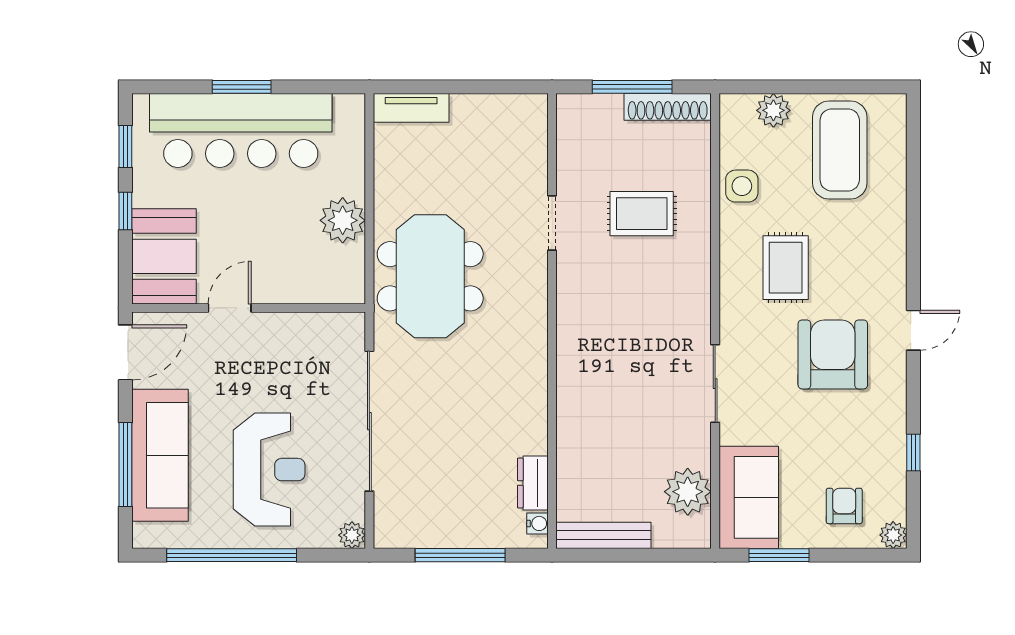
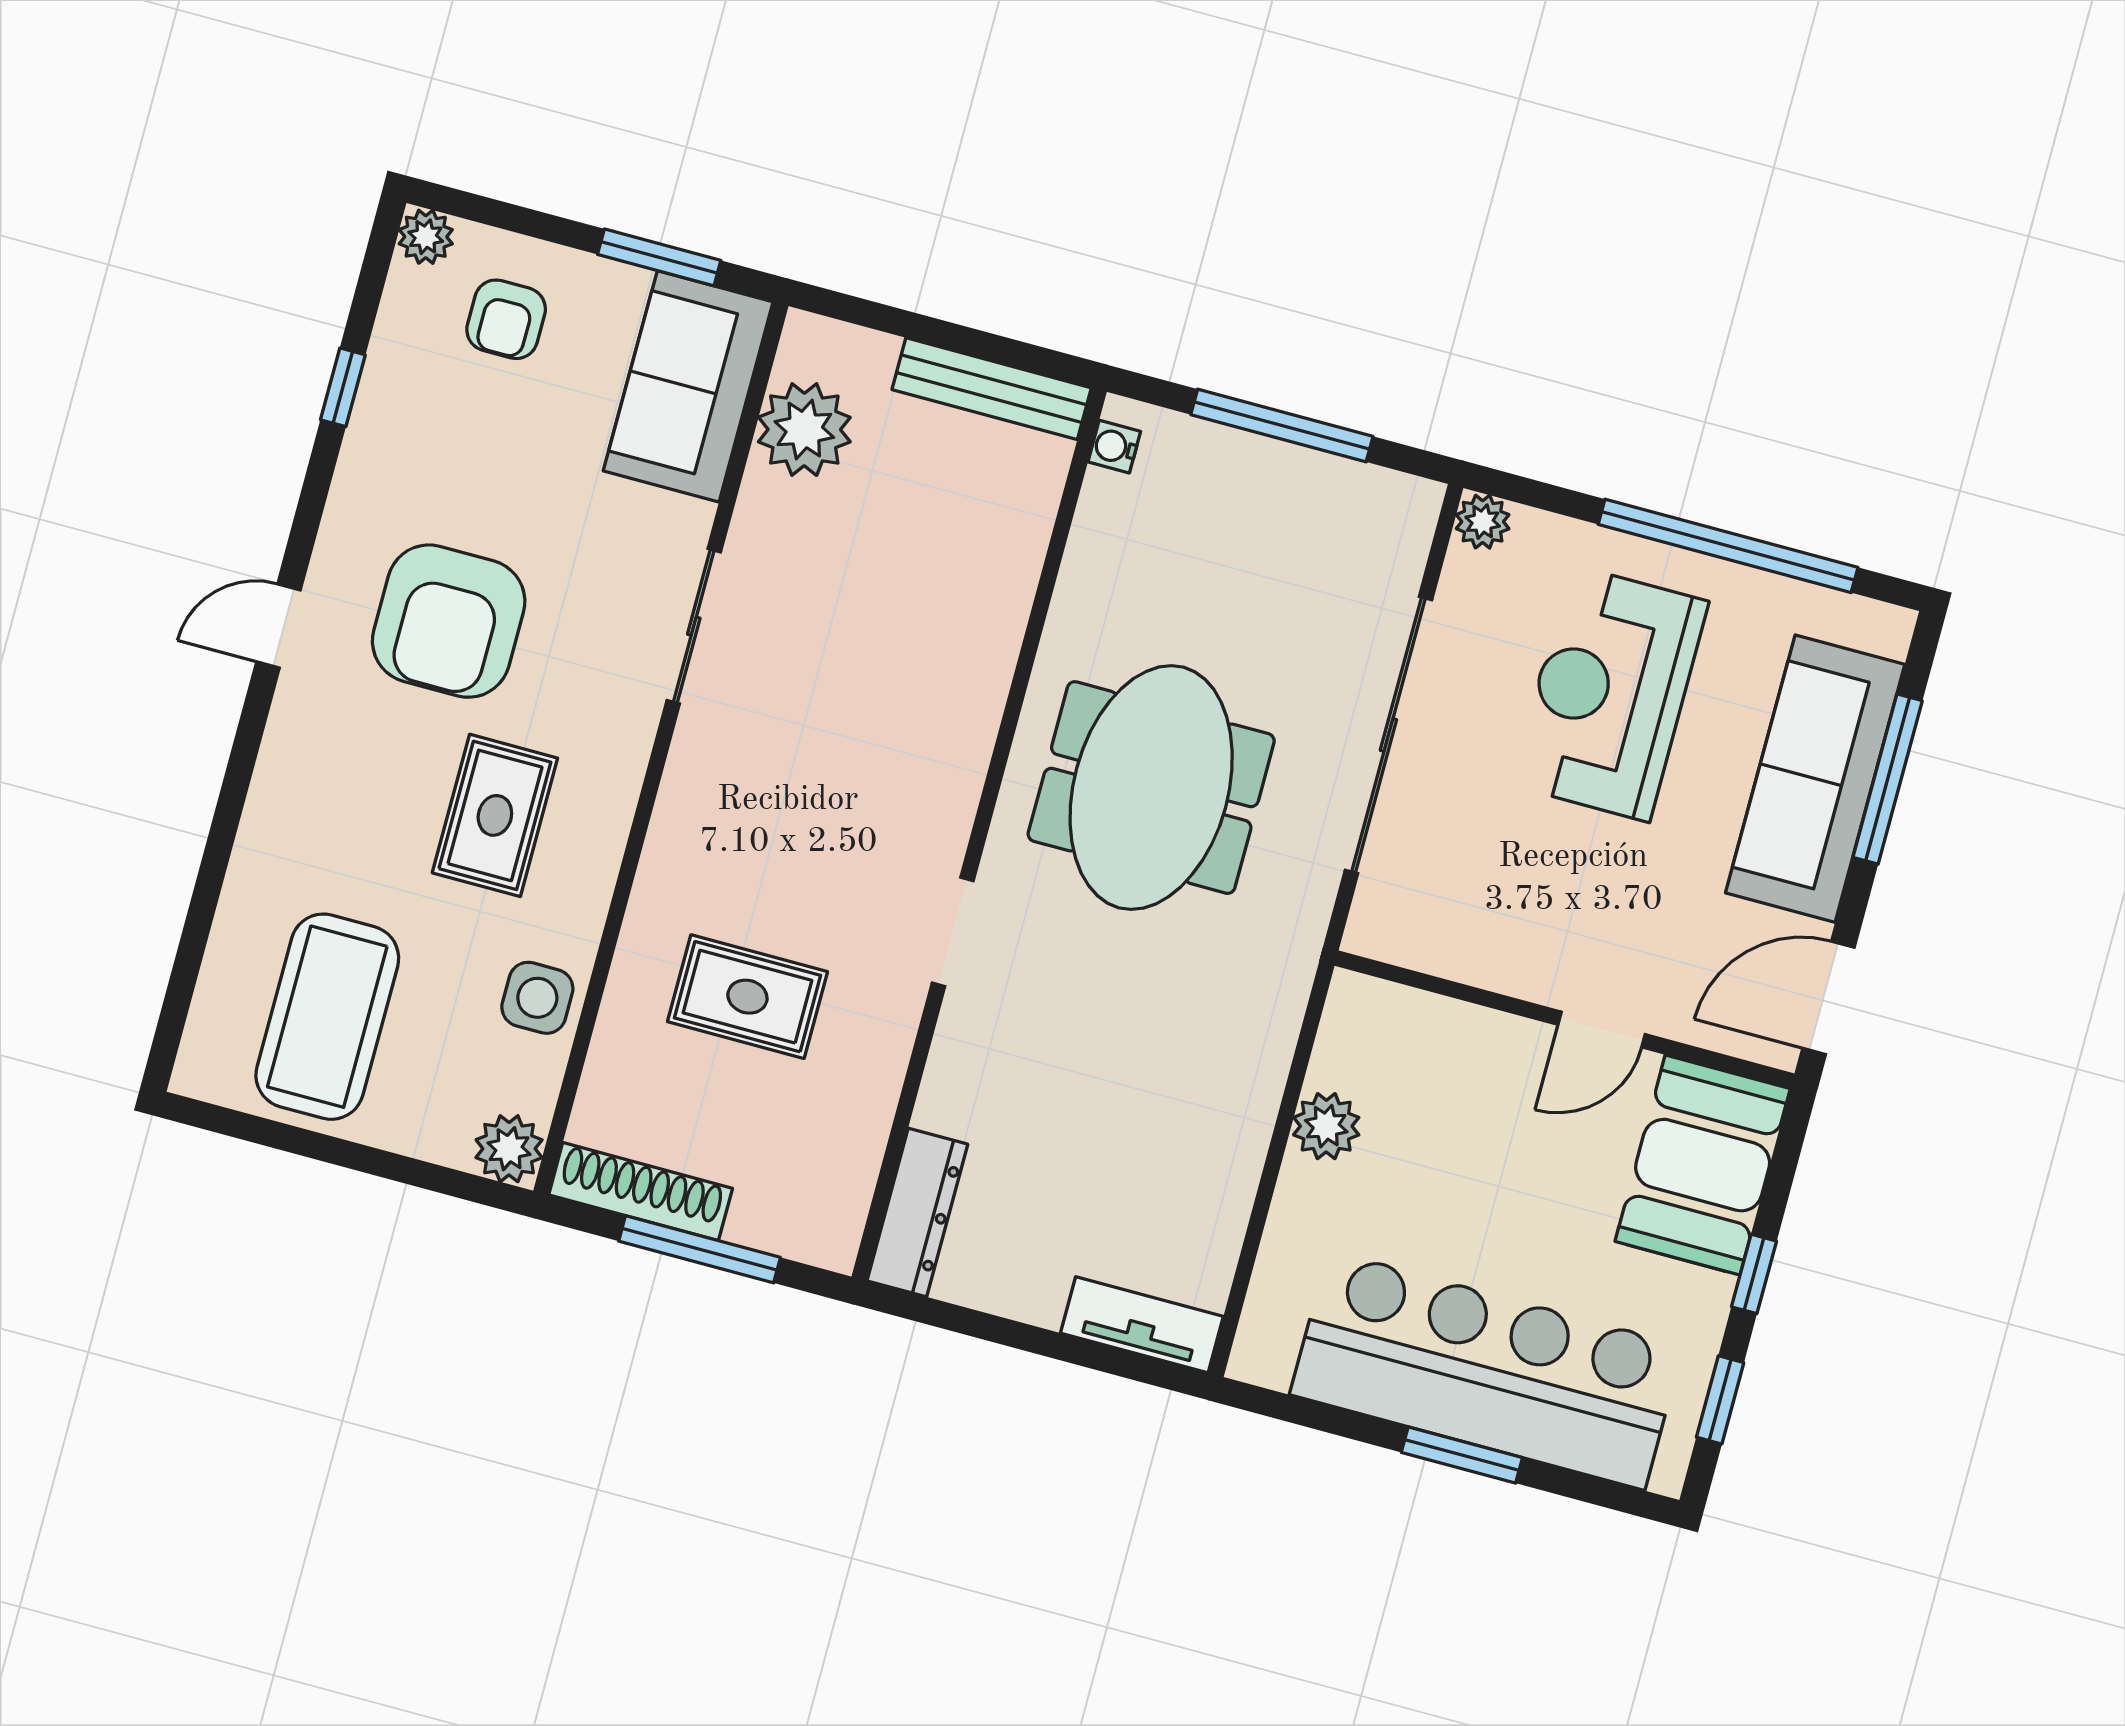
plant: (773, 110) -> (509, 1149), moved
plant: (343, 220) -> (1326, 1126), width x0.73, depth x0.73
doorway: (552, 223) -> (953, 932), moved
meeting table: (430, 276) -> (1151, 788), moved
dresser: (533, 483) -> (917, 1212), moved, width x1.44

